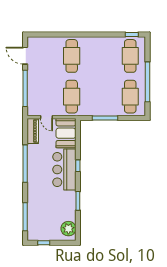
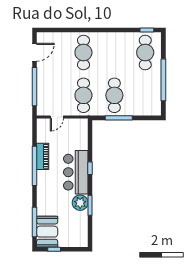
door: (25, 56) -> (34, 52), swing flipped
cafe table: (130, 97) -> (114, 95), moved
door: (46, 117) -> (57, 117), hinge flipped
piano: (33, 131) -> (43, 156), moved
booth: (66, 133) -> (47, 232), moved
plant: (68, 229) -> (80, 203), moved

